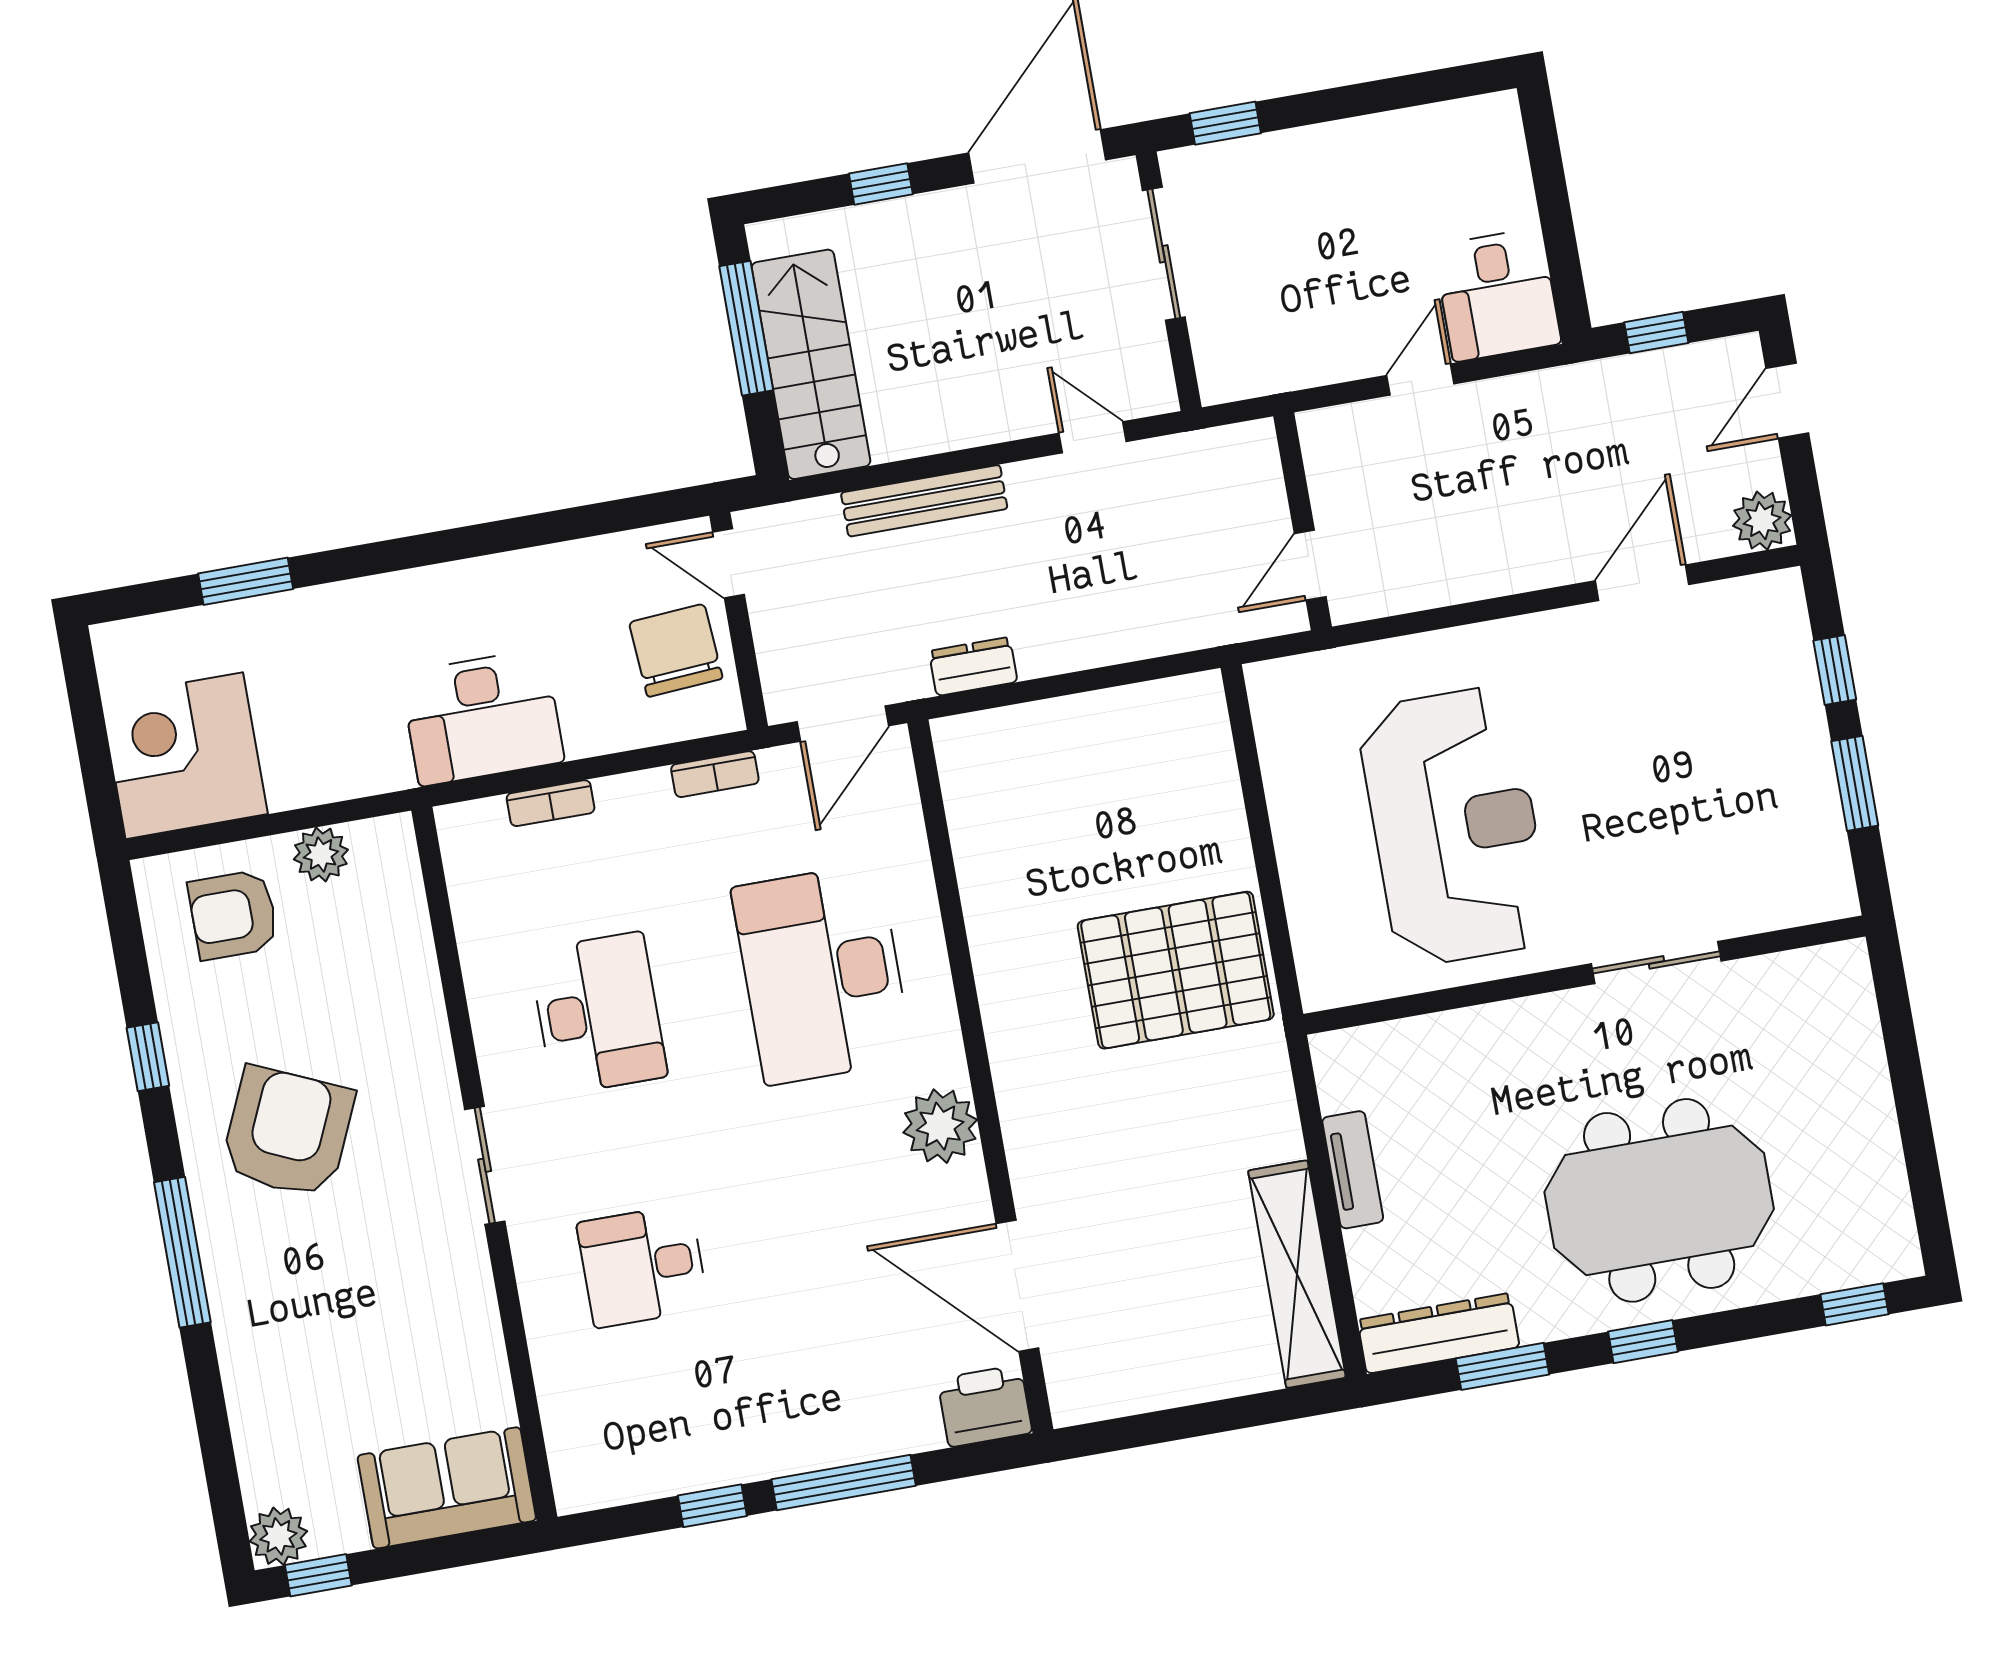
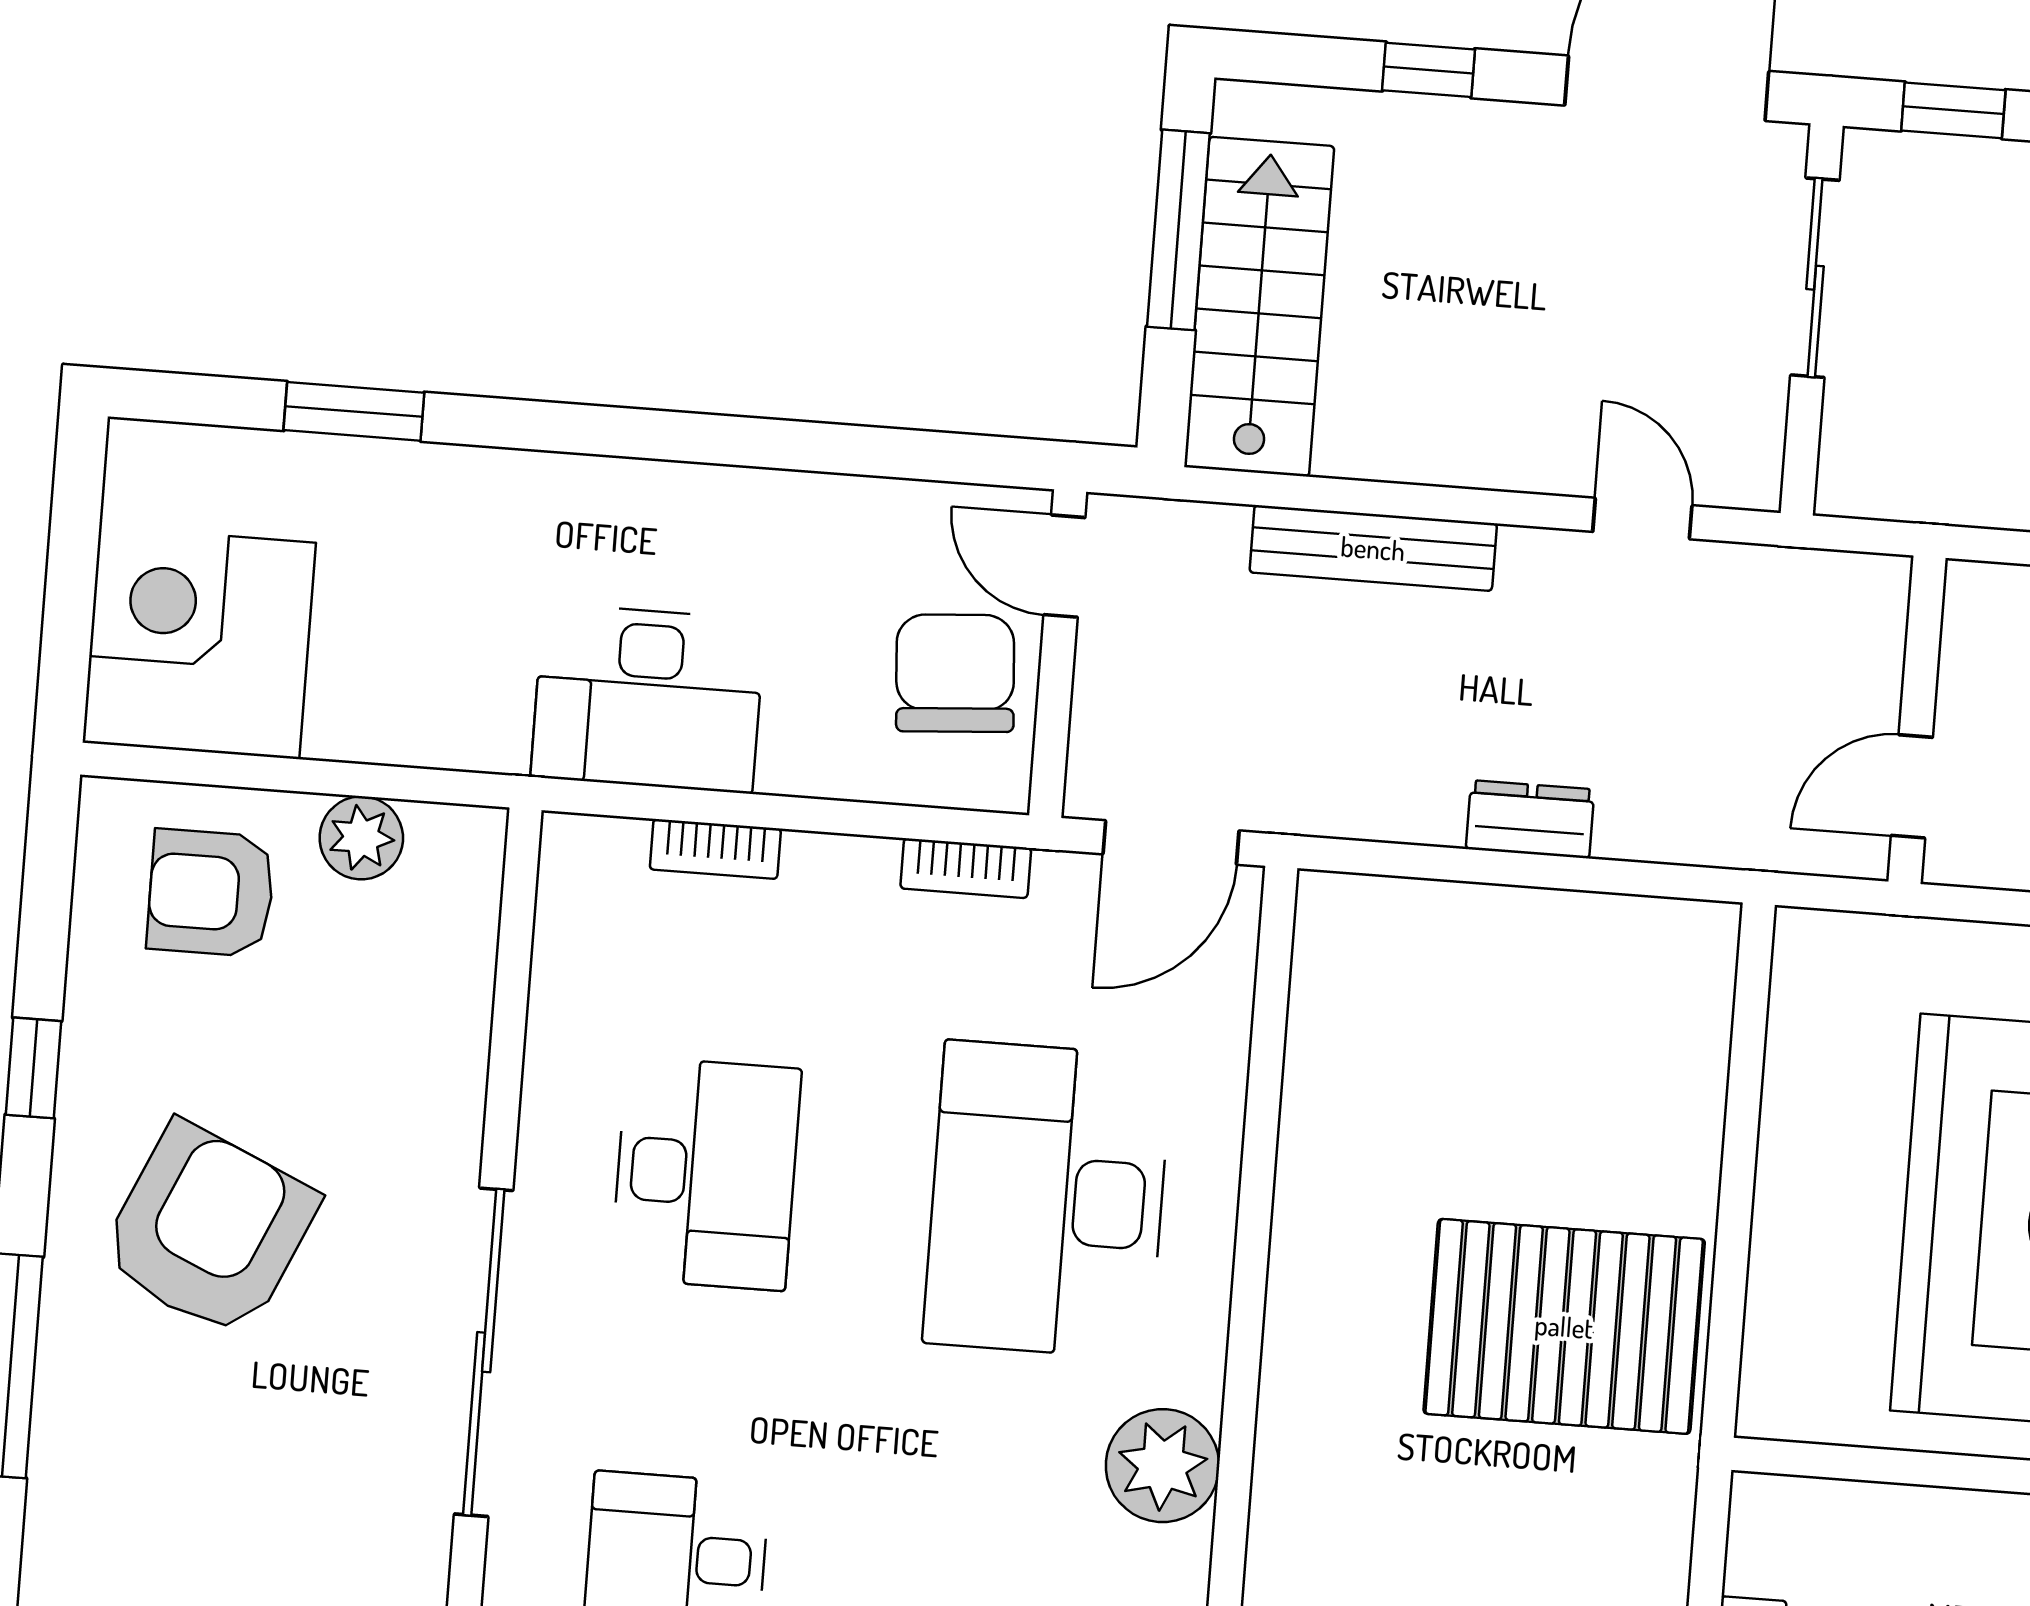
dresser: (973, 666) -> (1530, 819), moved
sliding door: (485, 1165) -> (484, 1352), width x1.86

